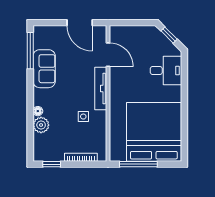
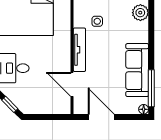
sofa: (44, 69) -> (137, 70), width x1.36
floor lamp: (38, 111) -> (144, 109), moved

